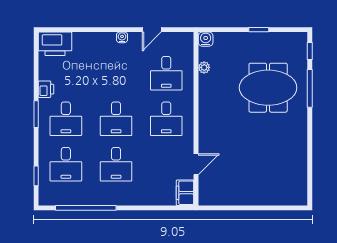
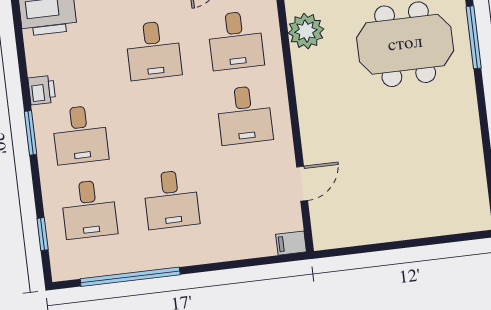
plant: (204, 67) -> (306, 31), width x1.88, depth x1.88
desk: (116, 119) -> (153, 50), moved
filing cabinet: (185, 193) -> (291, 243), width x0.50

